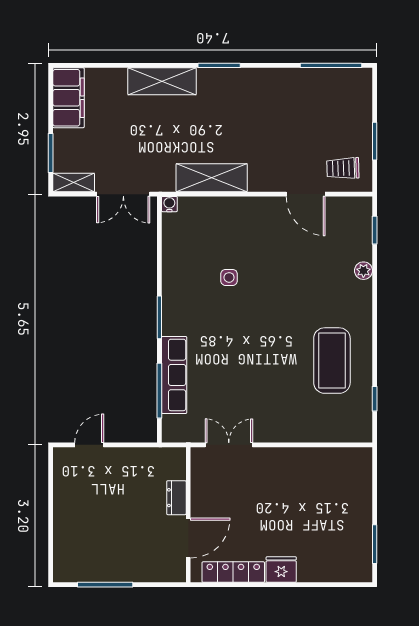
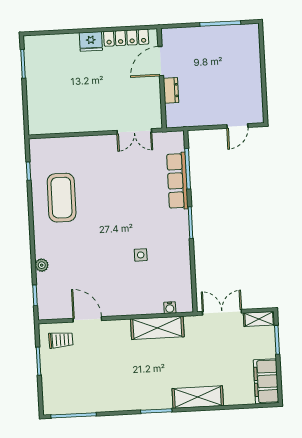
water cooler: (169, 204) -> (170, 308), moved

